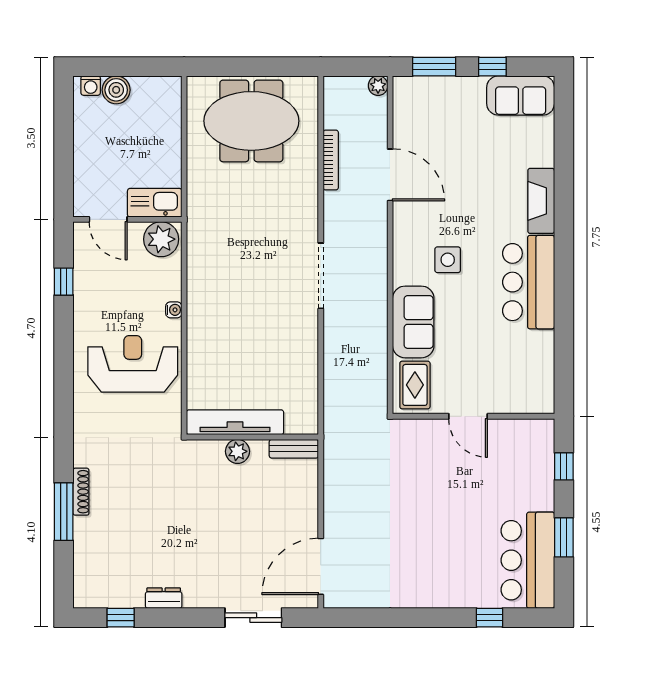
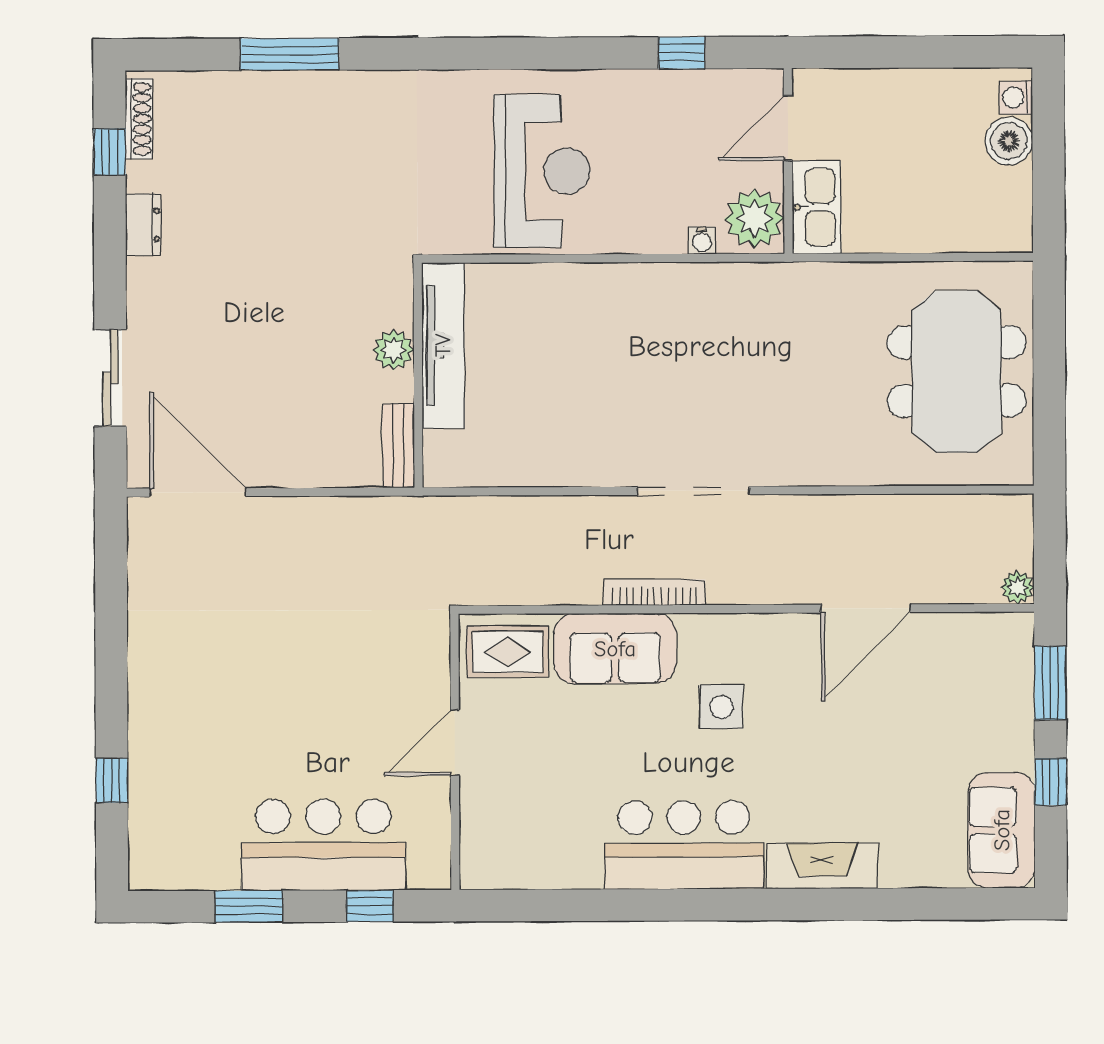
bookcase: (331, 160) -> (655, 592), moved, turned 180
water cooler: (174, 310) -> (702, 240), moved
shoe rack: (81, 492) -> (139, 119), moved, turned -90
bar counter: (528, 560) -> (323, 845), moved

